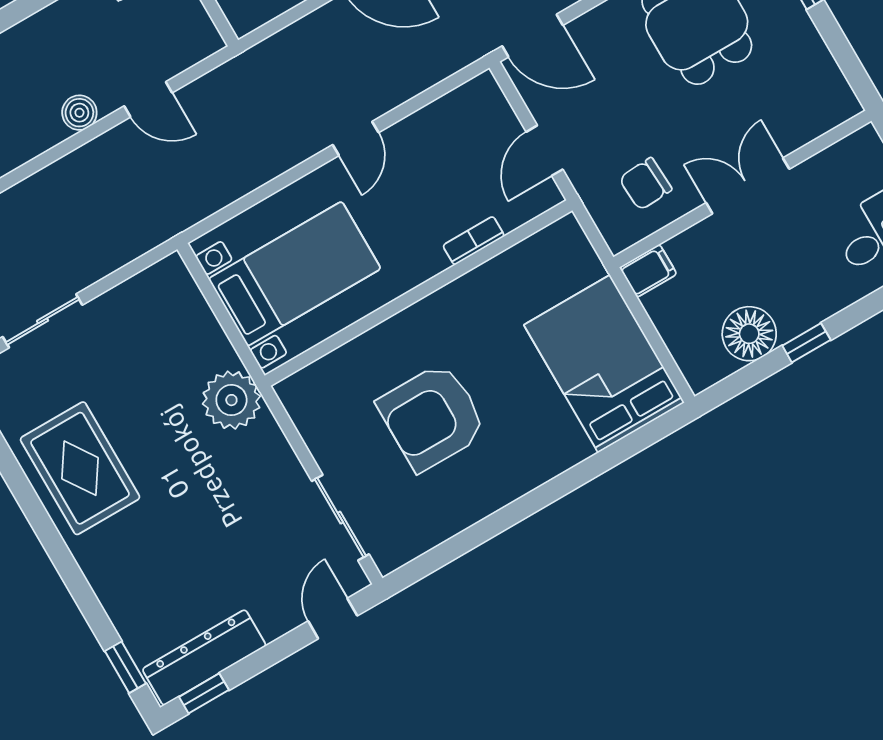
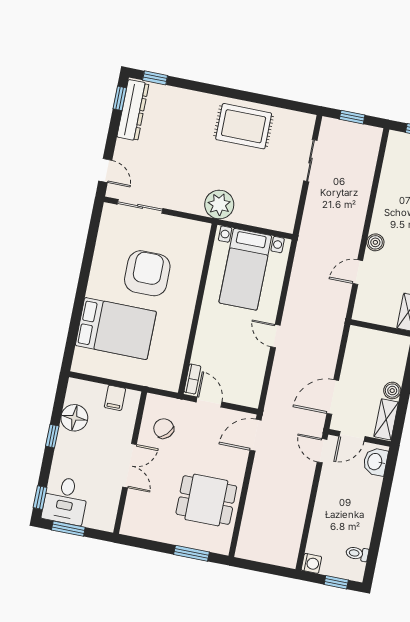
chair: (646, 184) -> (164, 428), turned -43
bookcase: (474, 241) -> (192, 379), moved
filing cabinet: (648, 271) -> (115, 398), moved
bed: (604, 364) -> (116, 329), moved

